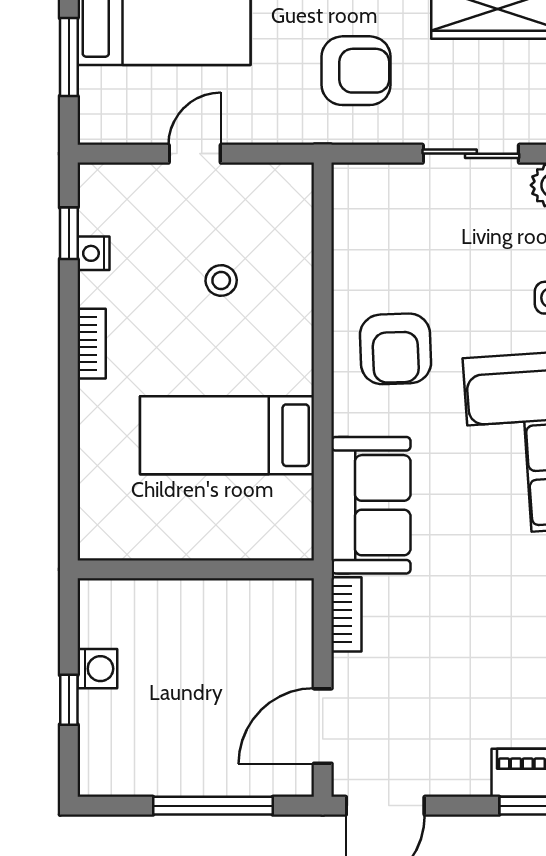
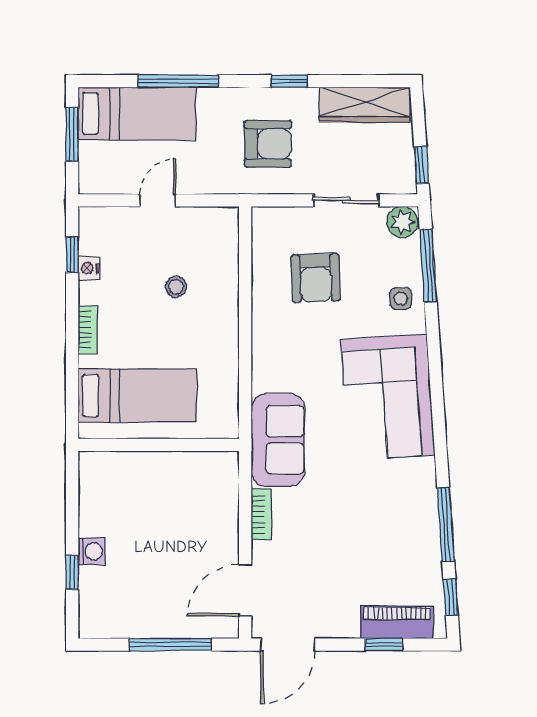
armchair: (395, 349) -> (316, 278), moved
bed: (227, 435) -> (137, 395), moved, turned 180
wall: (196, 569) -> (159, 445), moved

